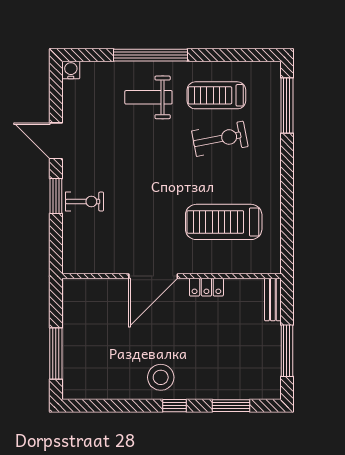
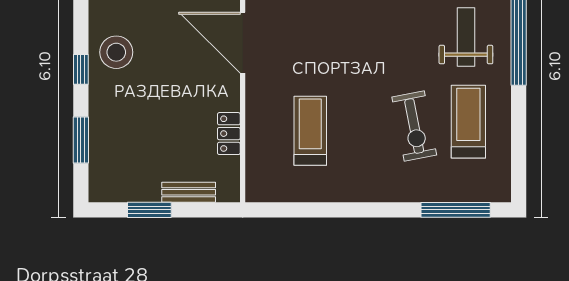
treadmill: (224, 222) -> (310, 131), width x0.73, depth x0.73
locker: (206, 287) -> (229, 134), moved
bench: (273, 300) -> (189, 192), moved
window: (287, 351) -> (149, 210), width x0.69

